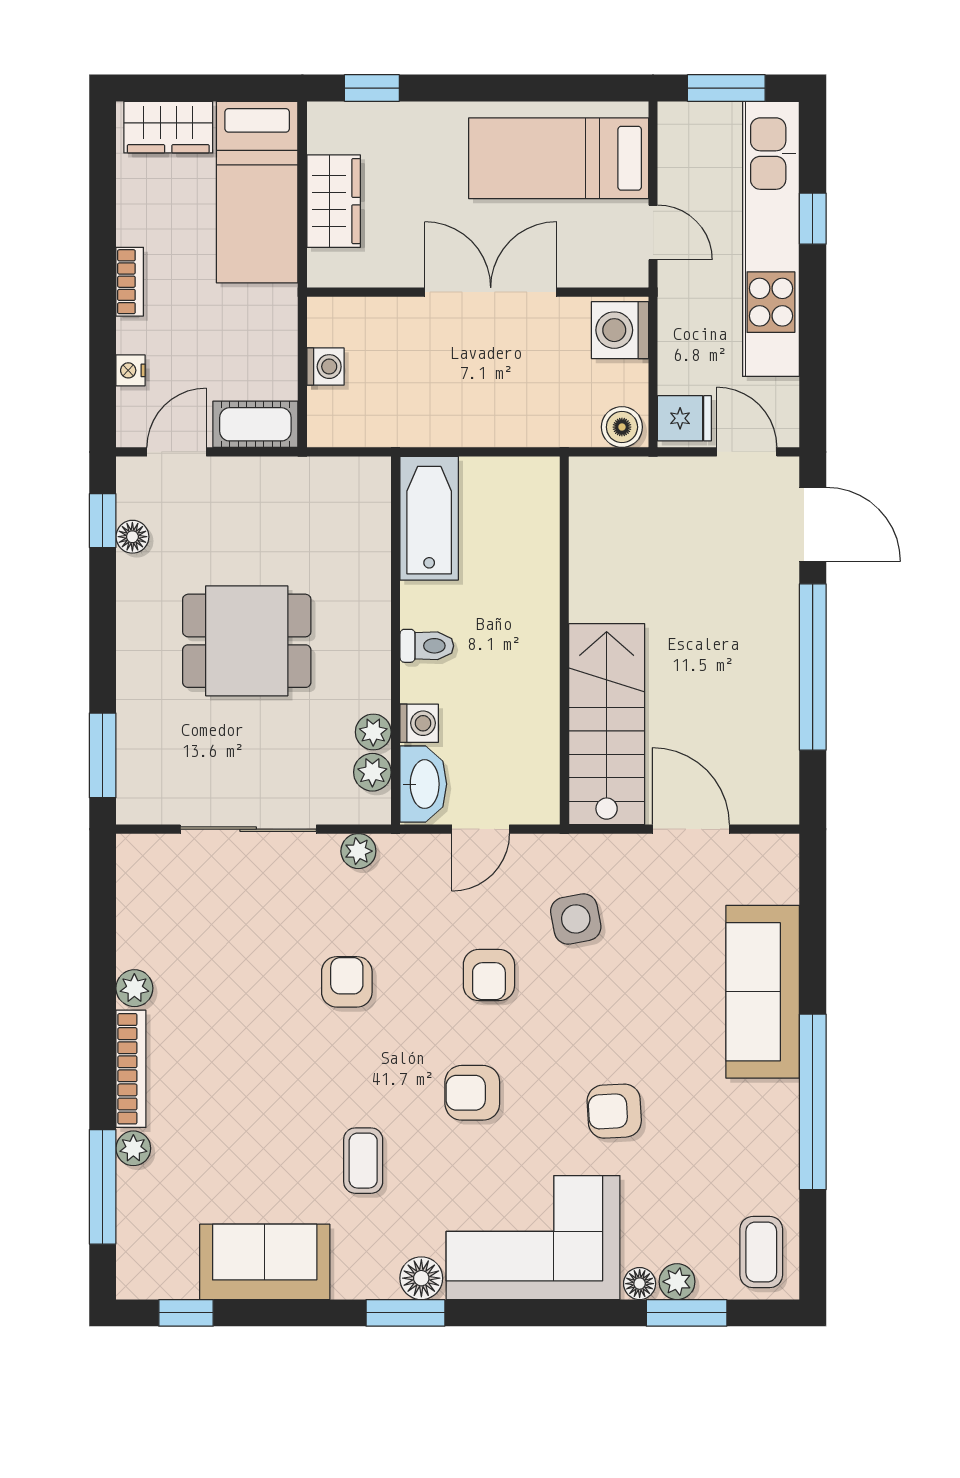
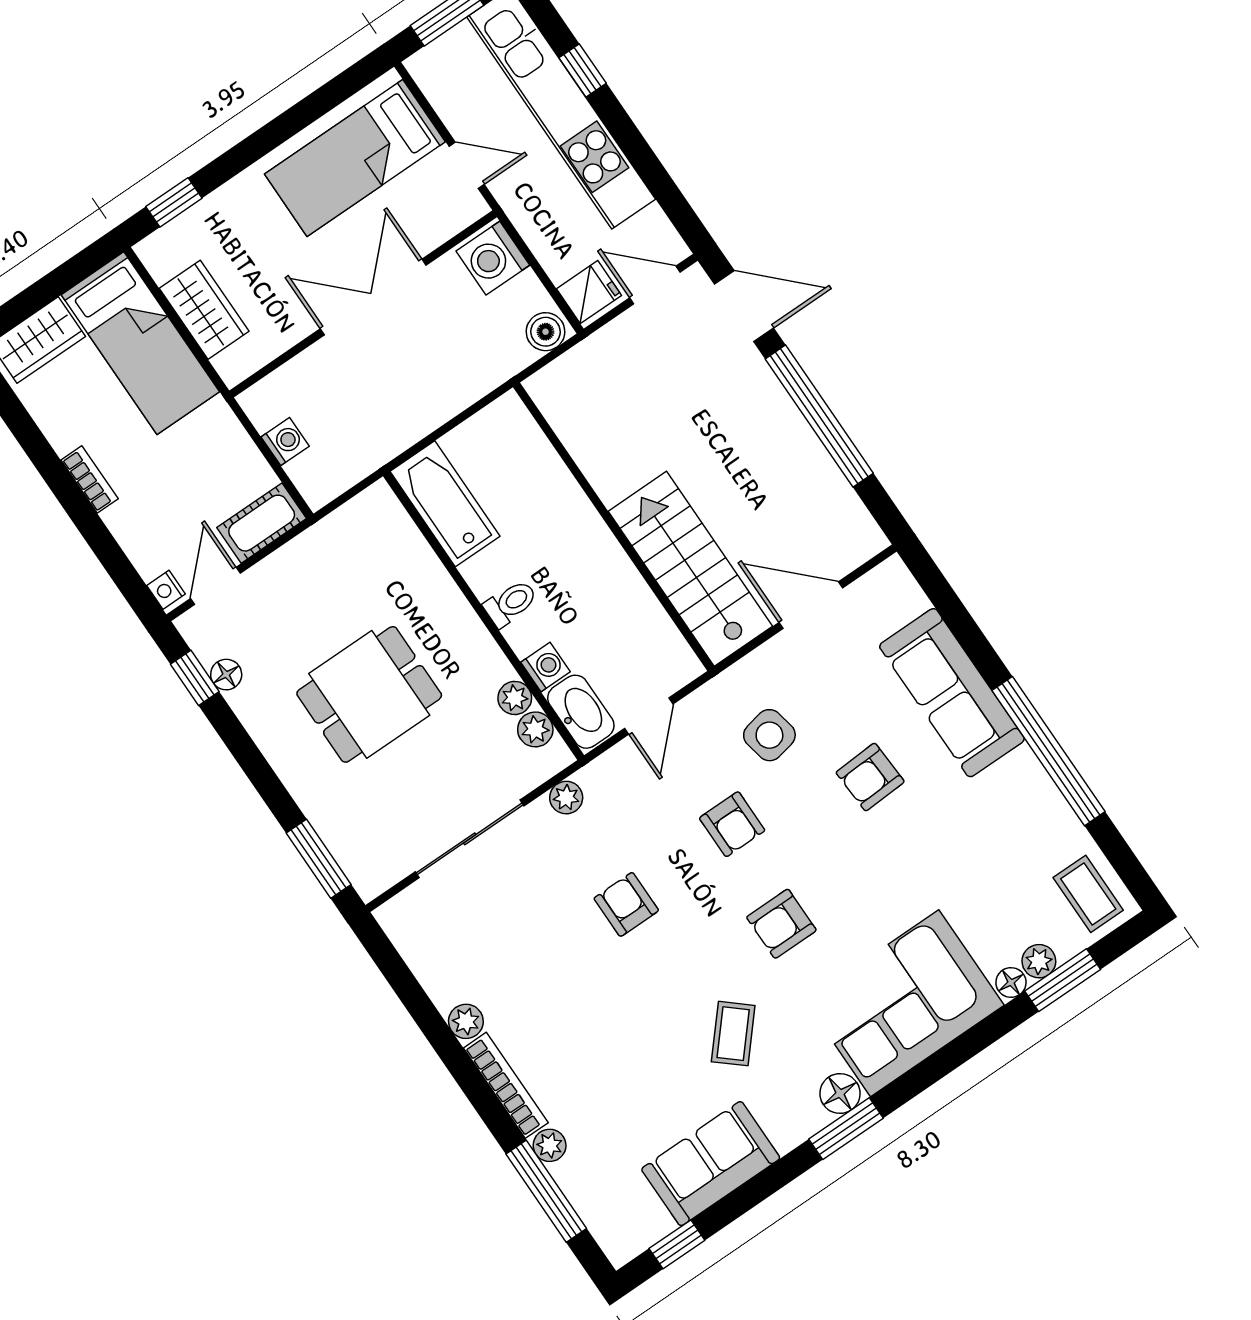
nightstand: (131, 370) -> (166, 590), moved
armchair: (614, 1111) -> (870, 777), moved
coffee table: (363, 1161) -> (733, 1034), turned 41

